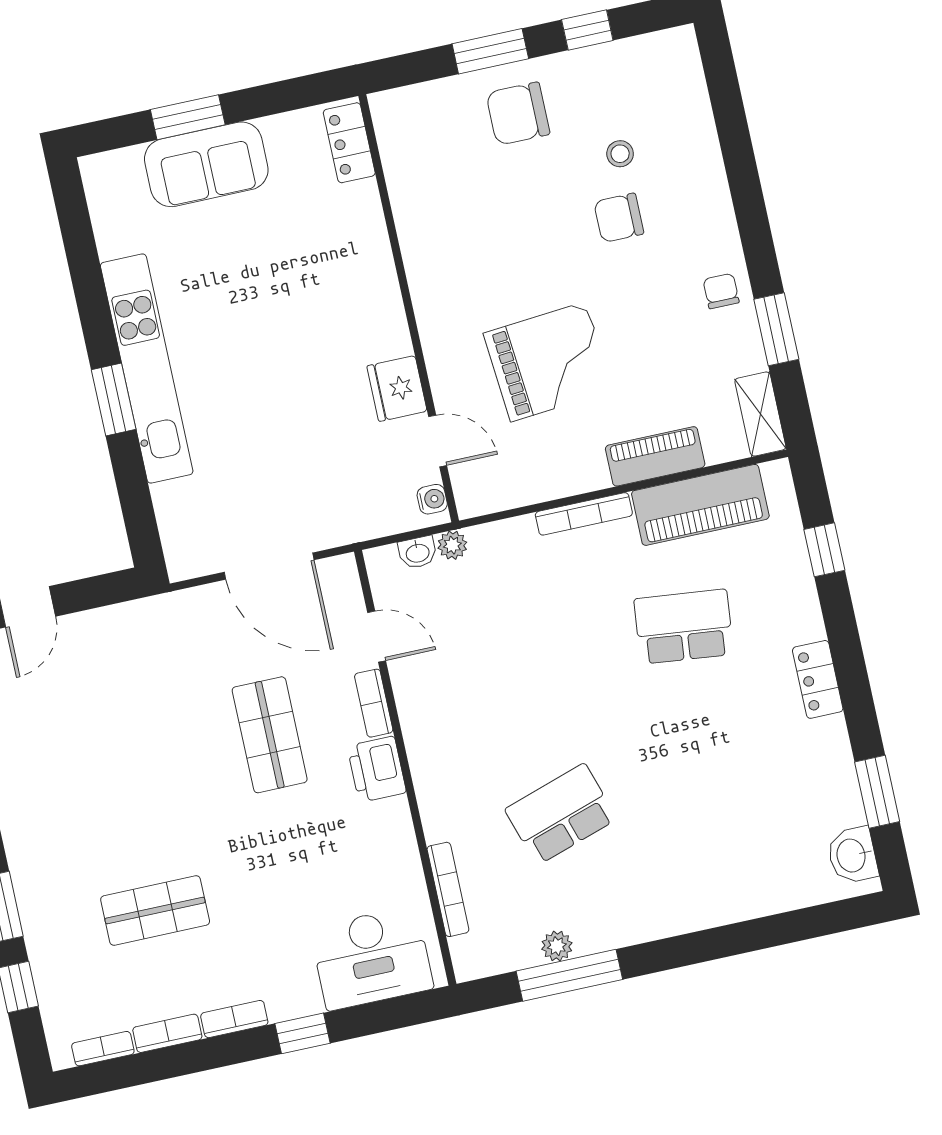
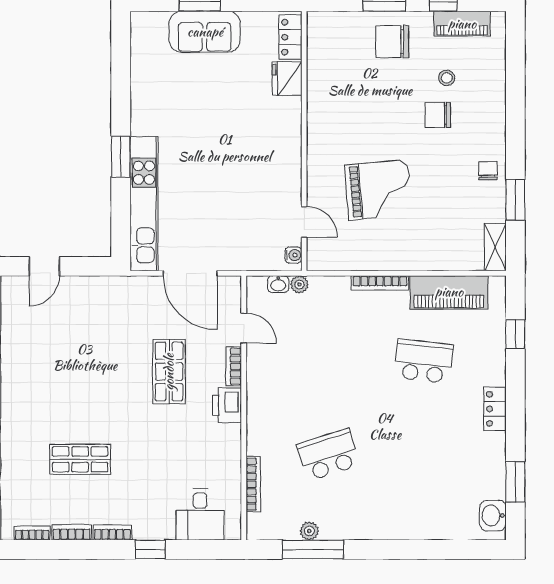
kitchen unit: (147, 369) -> (144, 204), moved
fridge: (397, 389) -> (287, 79), moved
piano: (655, 456) -> (462, 24), moved, turned 180
desk: (372, 958) -> (200, 514), width x0.73

